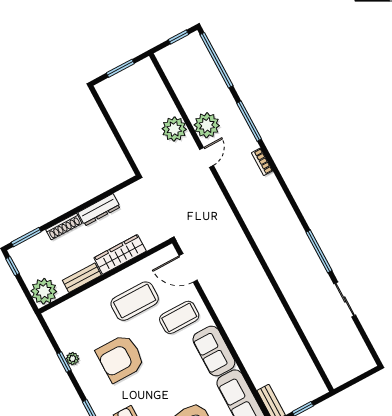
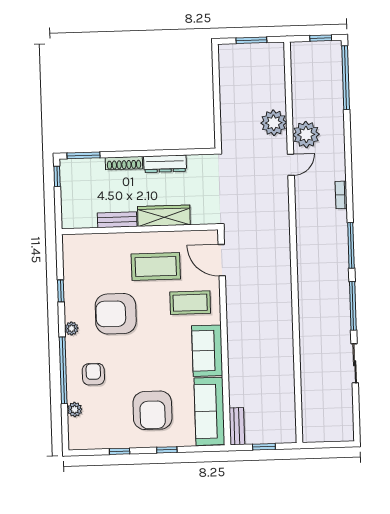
window: (249, 121) -> (351, 245), moved
plant: (44, 291) -> (75, 215), removed
plant: (73, 359) -> (71, 328), moved

